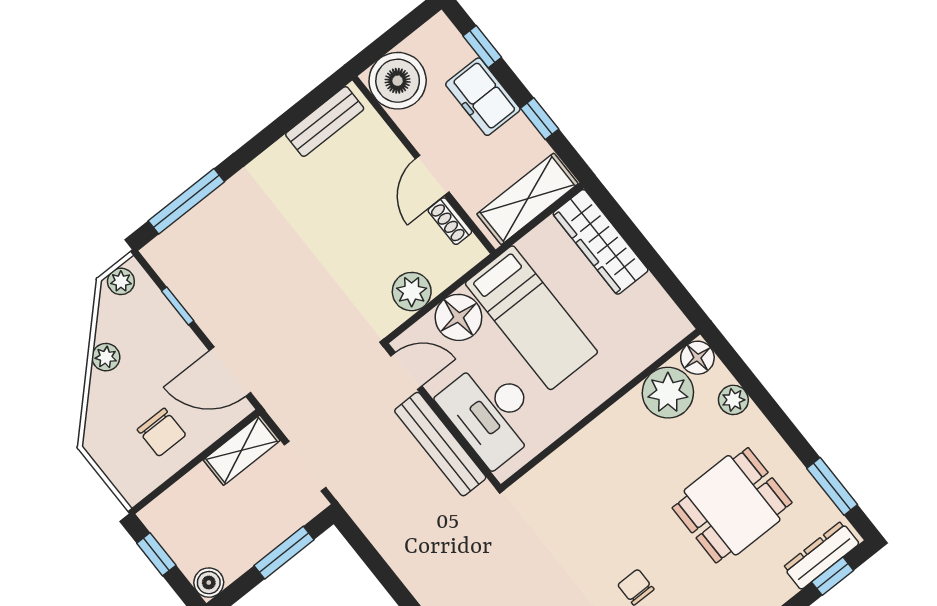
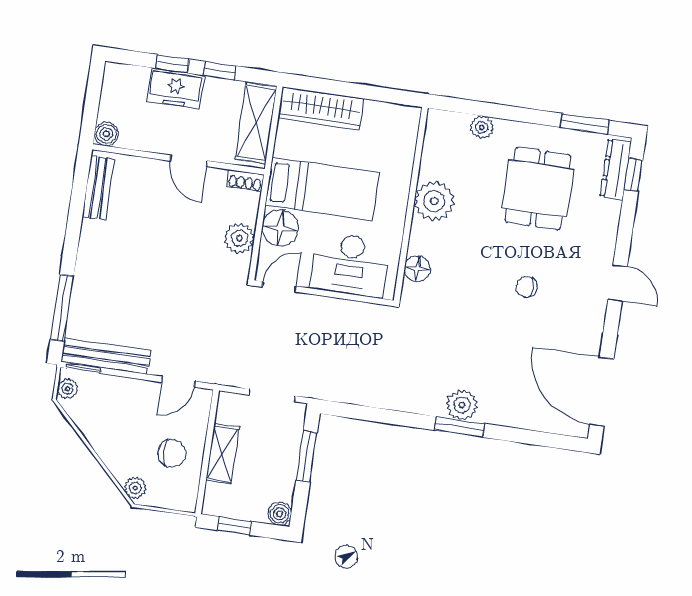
window: (482, 47) -> (173, 64), moved
boiler: (398, 81) -> (106, 134), width x0.54, depth x0.54
shoe rack: (450, 221) -> (245, 181), moved
window: (178, 306) -> (83, 368), moved
plant: (106, 357) -> (135, 488), moved
floor lamp: (697, 358) -> (417, 269), moved
door: (230, 371) -> (178, 382), width x0.73
plant: (668, 393) -> (434, 201), moved
bench: (440, 444) -> (106, 356), moved
shelving: (242, 450) -> (223, 454), moved

